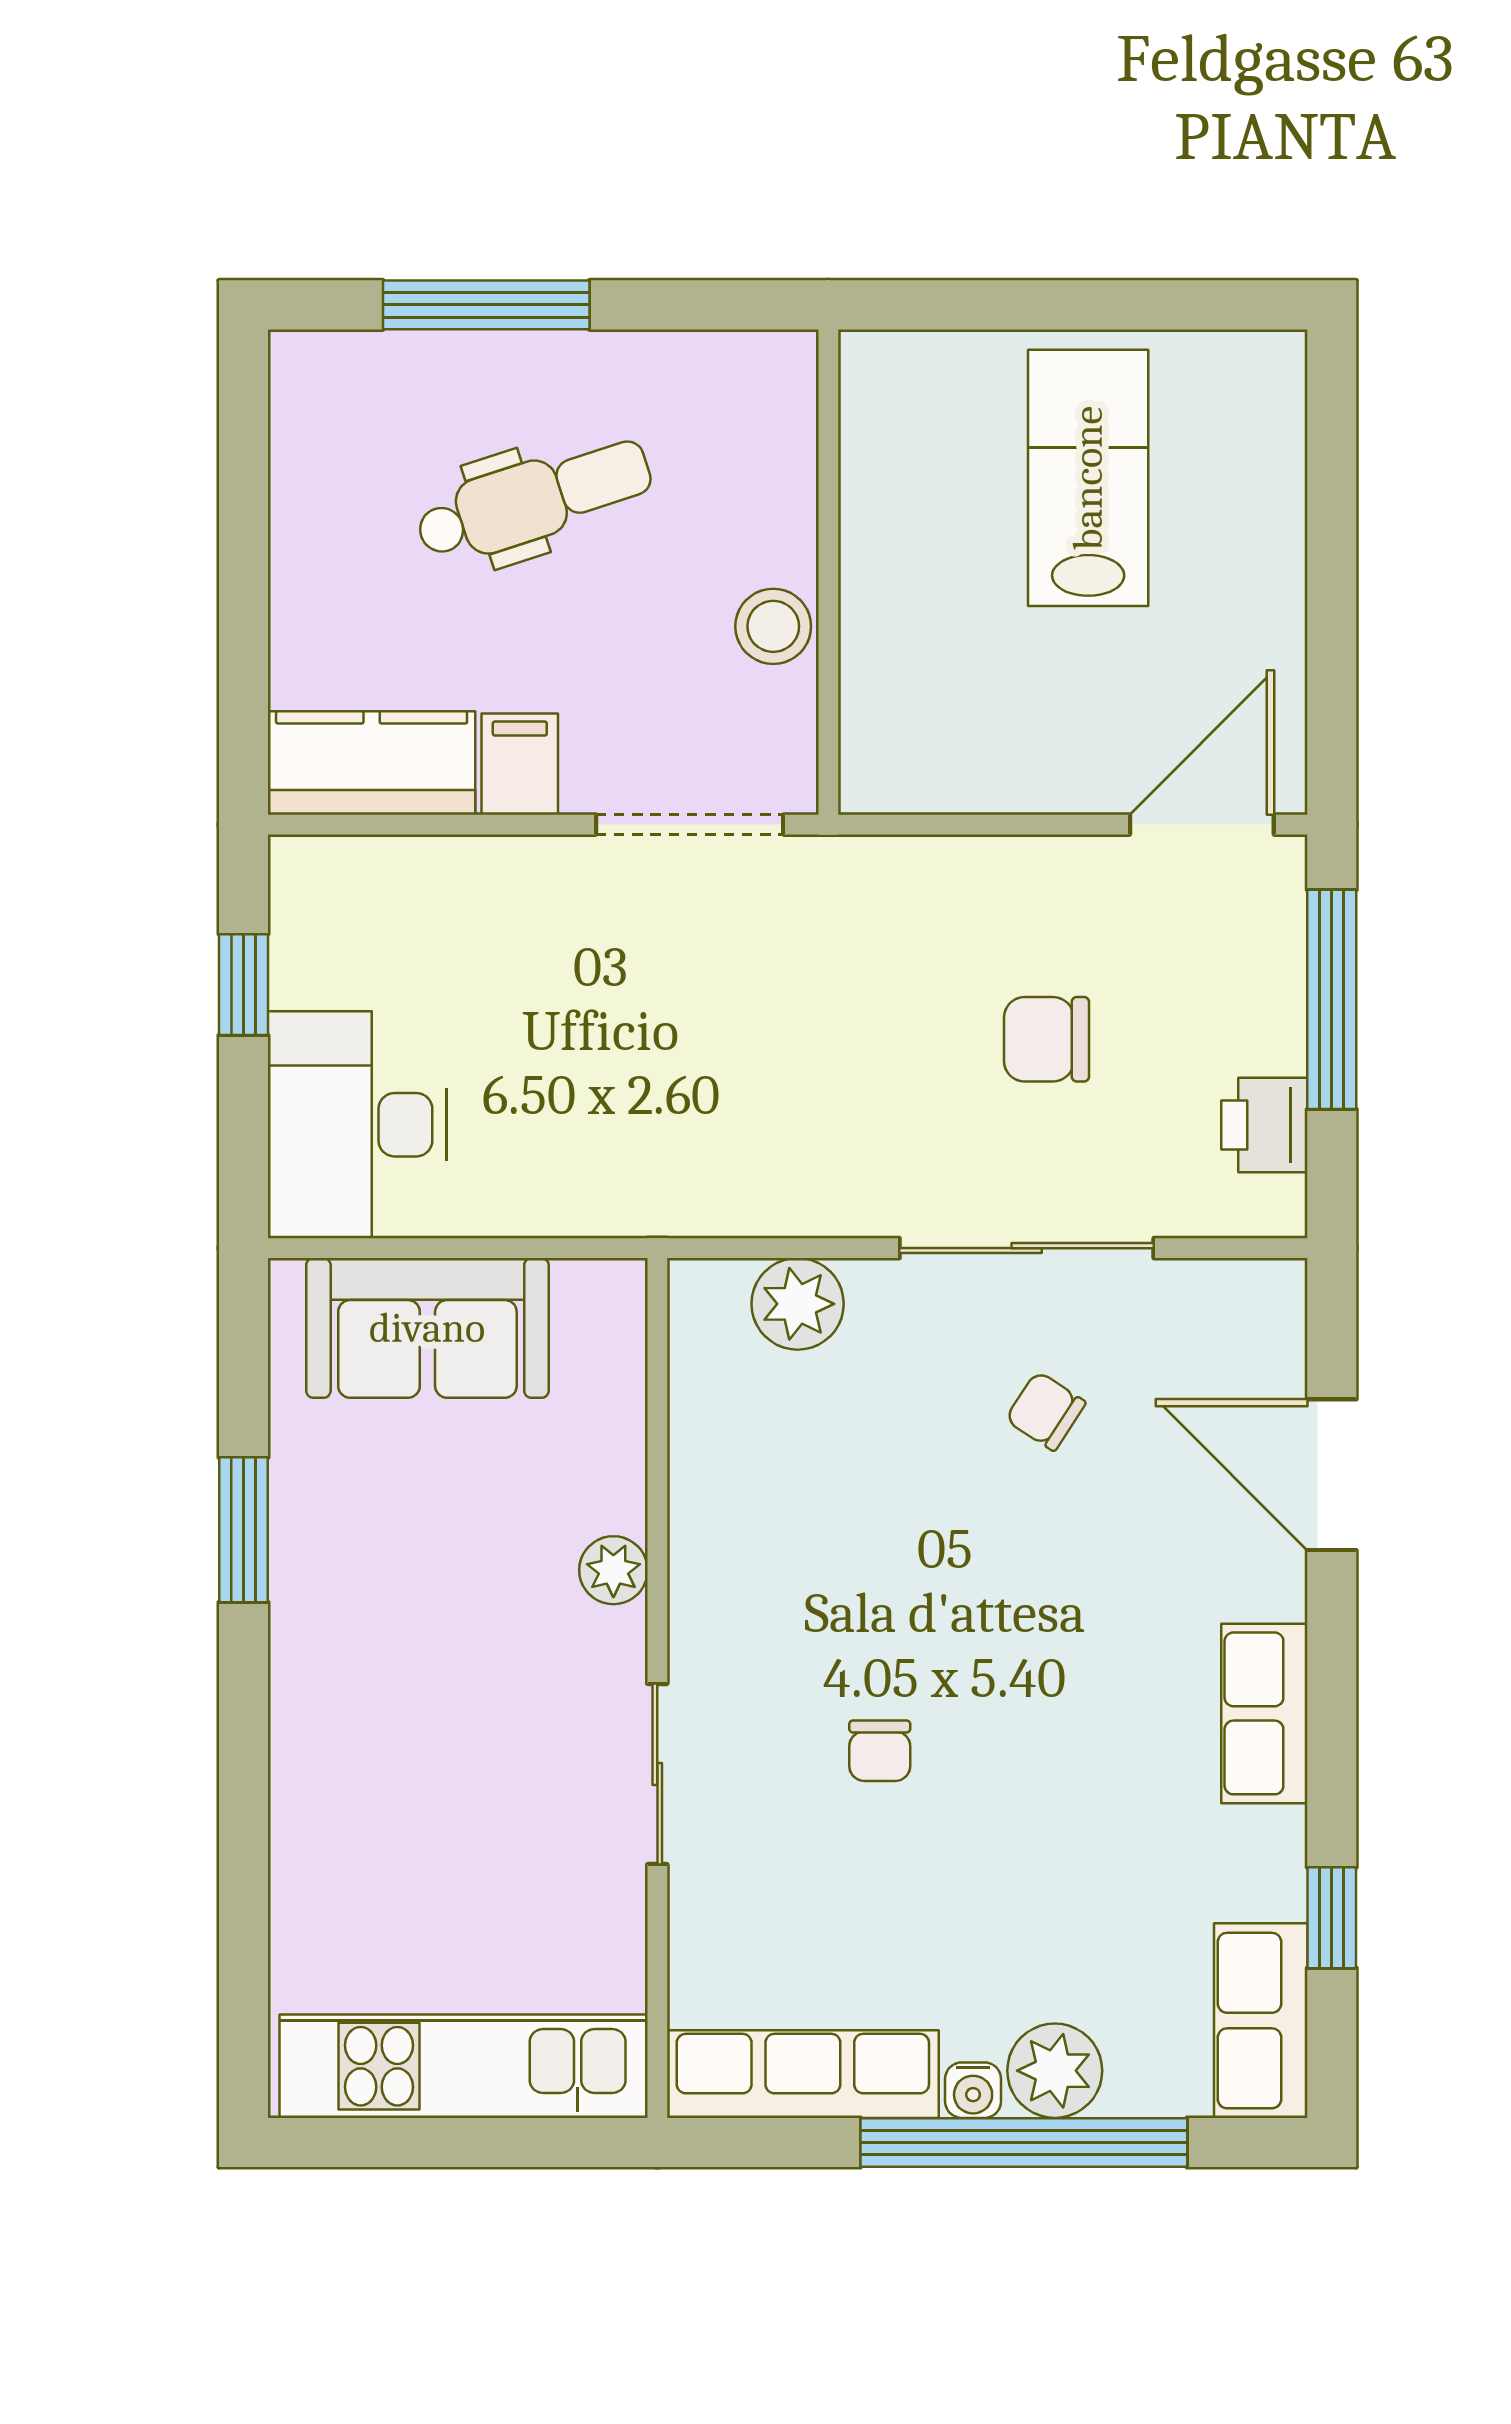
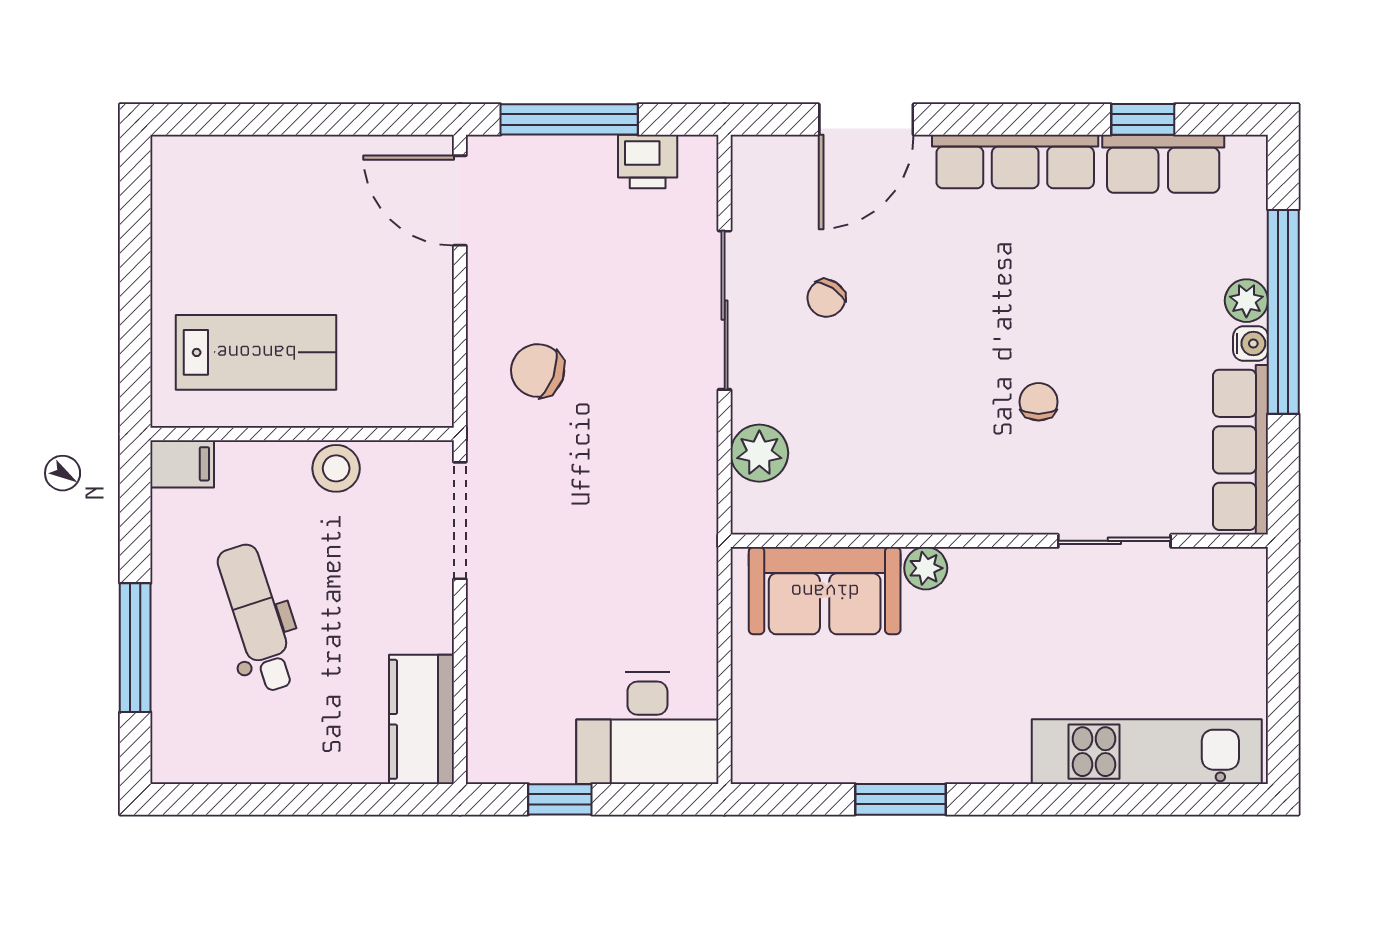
lab bench: (1088, 478) -> (256, 352), moved, turned 180
filing cabinet: (520, 764) -> (182, 464), moved, turned 180
chair: (1046, 1039) -> (538, 371), moved, turned 110
sofa: (427, 1328) -> (825, 591), moved, turned 90
row of seats: (1264, 1713) -> (1015, 162), width x1.48
chair: (880, 1751) -> (1039, 402), turned -90
sliding door: (657, 1774) -> (1114, 541), moved
row of seats: (1261, 2021) -> (1163, 164), moved
kitchen unit: (464, 2066) -> (1147, 752), moved, turned 90
plant: (1055, 2071) -> (1246, 301), width x0.73, depth x0.73

